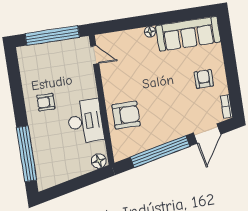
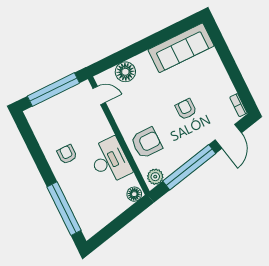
floor lamp: (150, 32) -> (125, 72), moved, width x1.89, depth x1.89
armchair: (204, 79) -> (186, 109), moved
armchair: (46, 102) -> (67, 154), turned 90
plant: (124, 150) -> (155, 177), added

